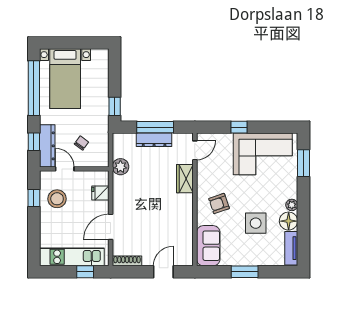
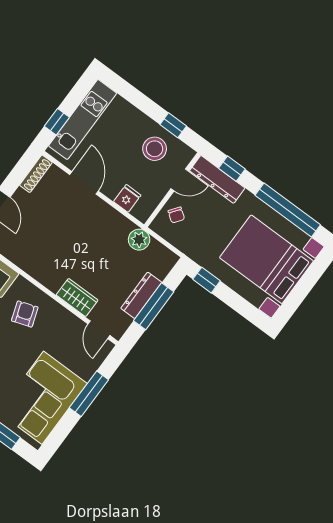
bed with nightstands: (65, 79) -> (266, 259), width x1.36
window: (239, 127) -> (89, 394), width x2.17
chair: (81, 143) -> (176, 215), moved

